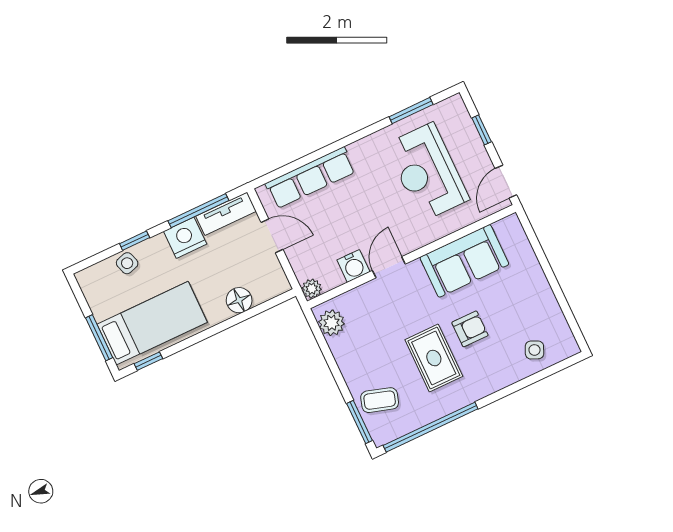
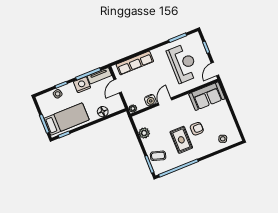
reception desk: (427, 172) -> (183, 63), turned 180
door: (272, 236) -> (118, 86), swing flipped
sofa: (464, 261) -> (207, 96), moved
plant: (332, 323) -> (144, 133), moved

